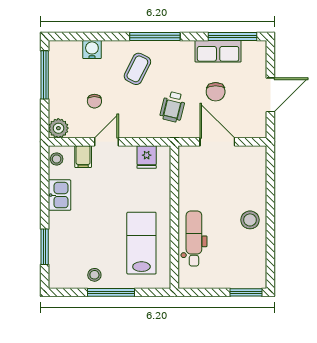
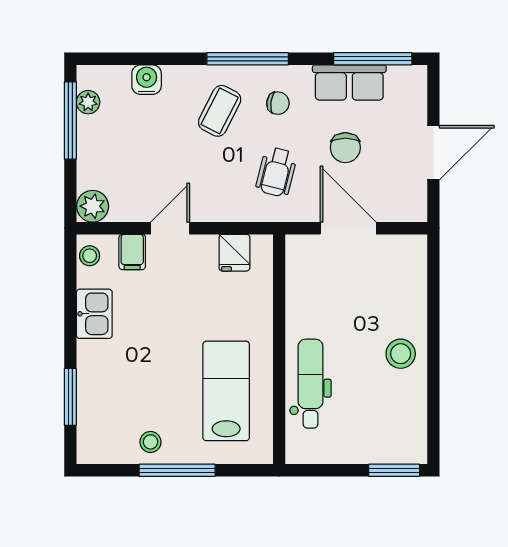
plant: (56, 63) -> (88, 102), added
chair: (94, 101) -> (278, 103), moved, turned -83

